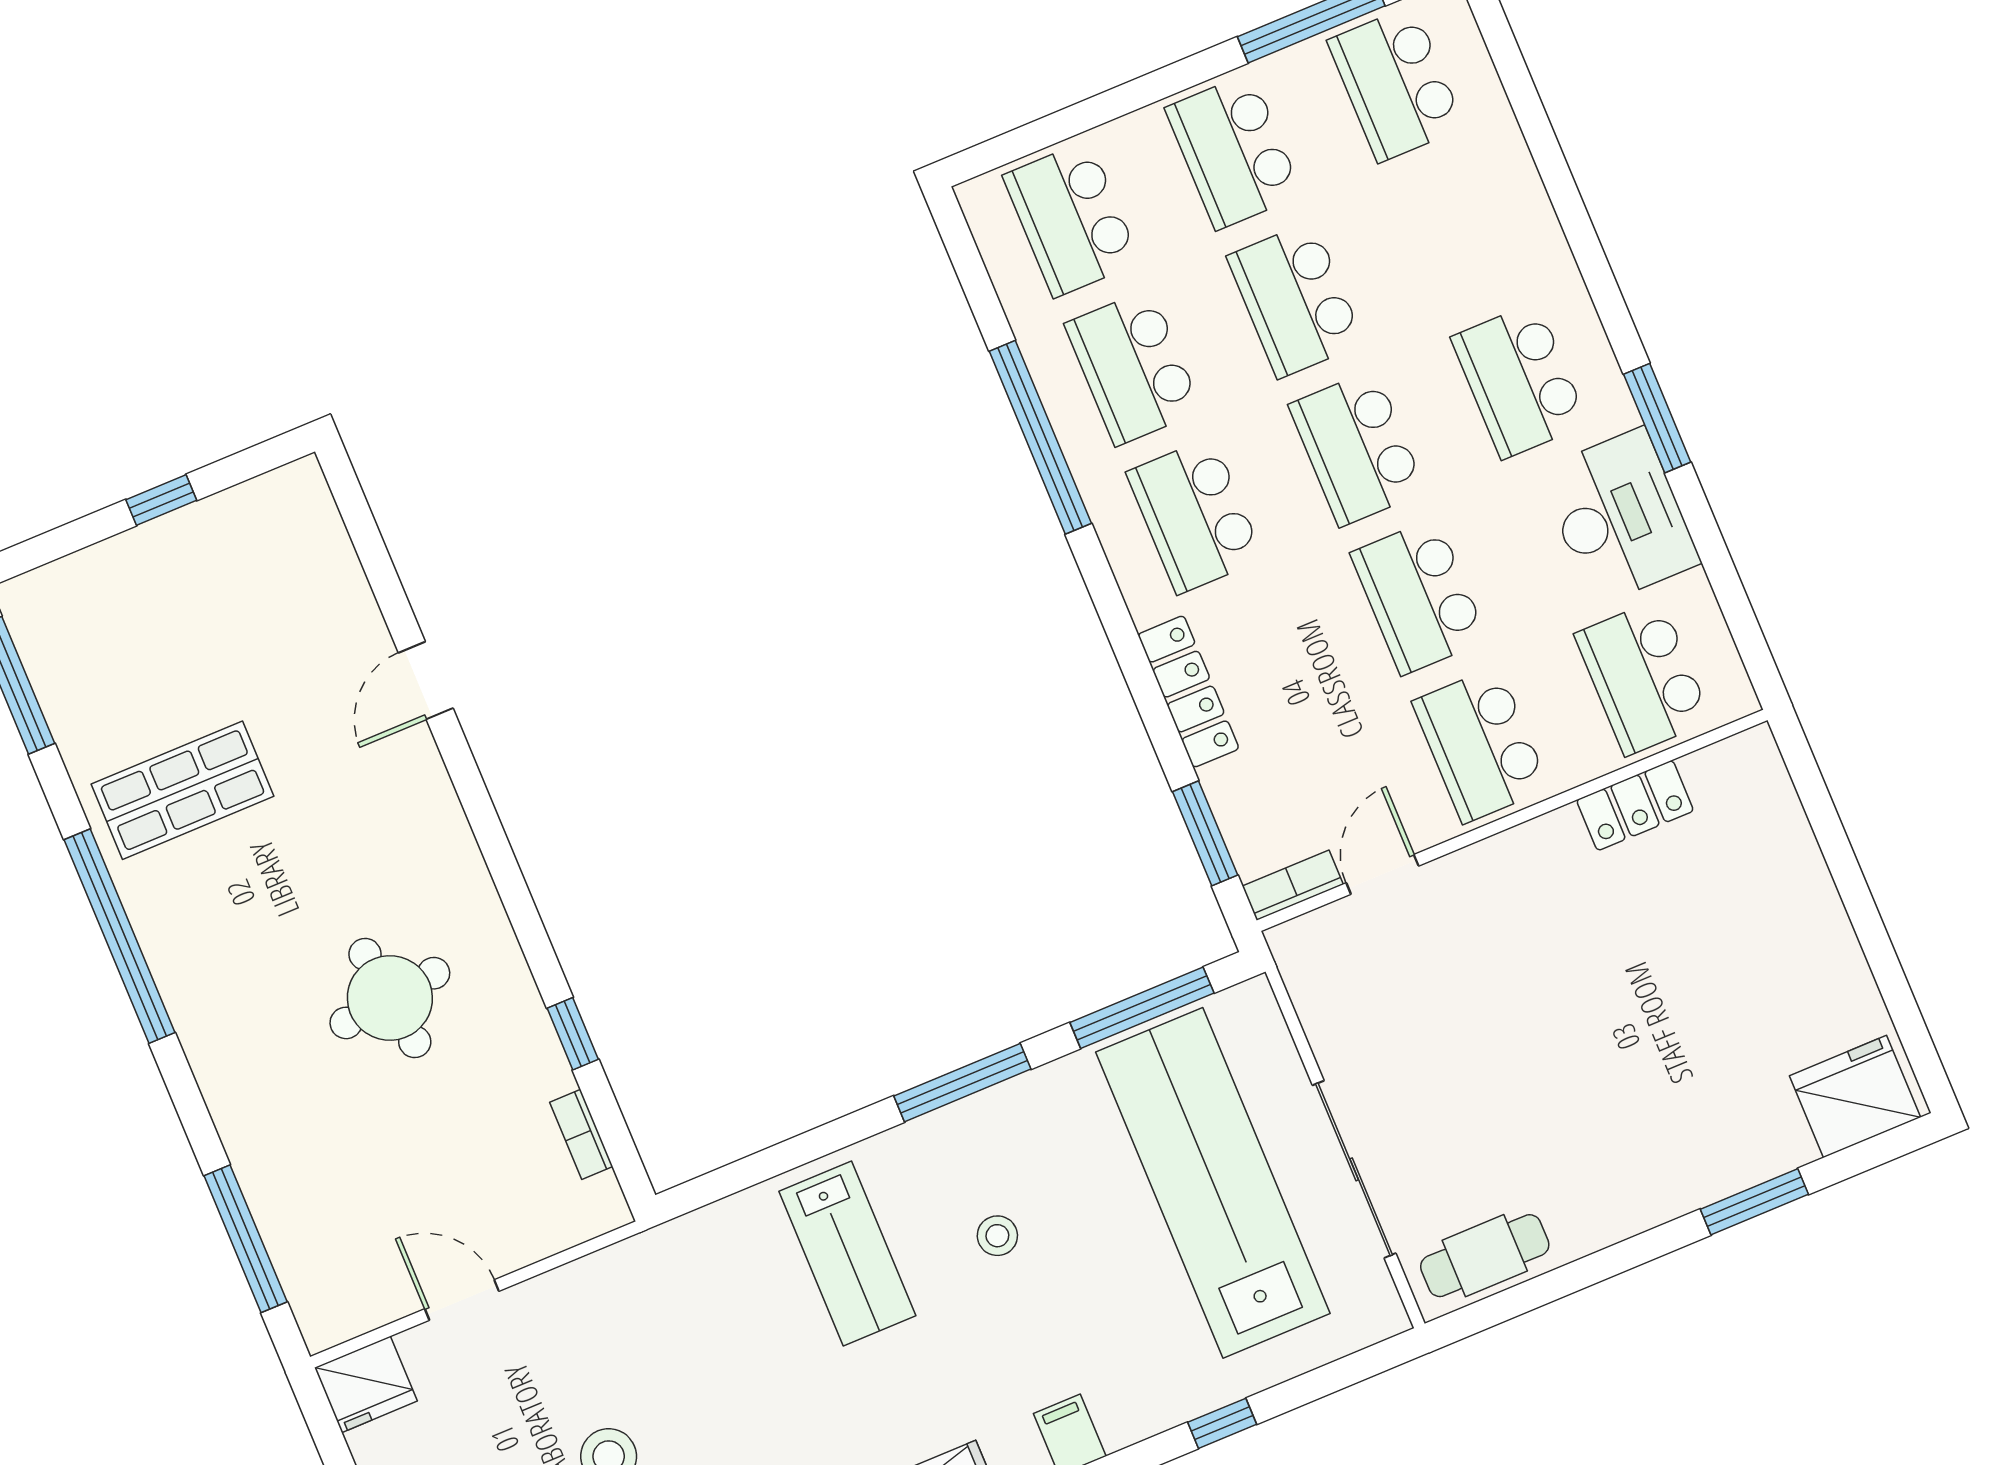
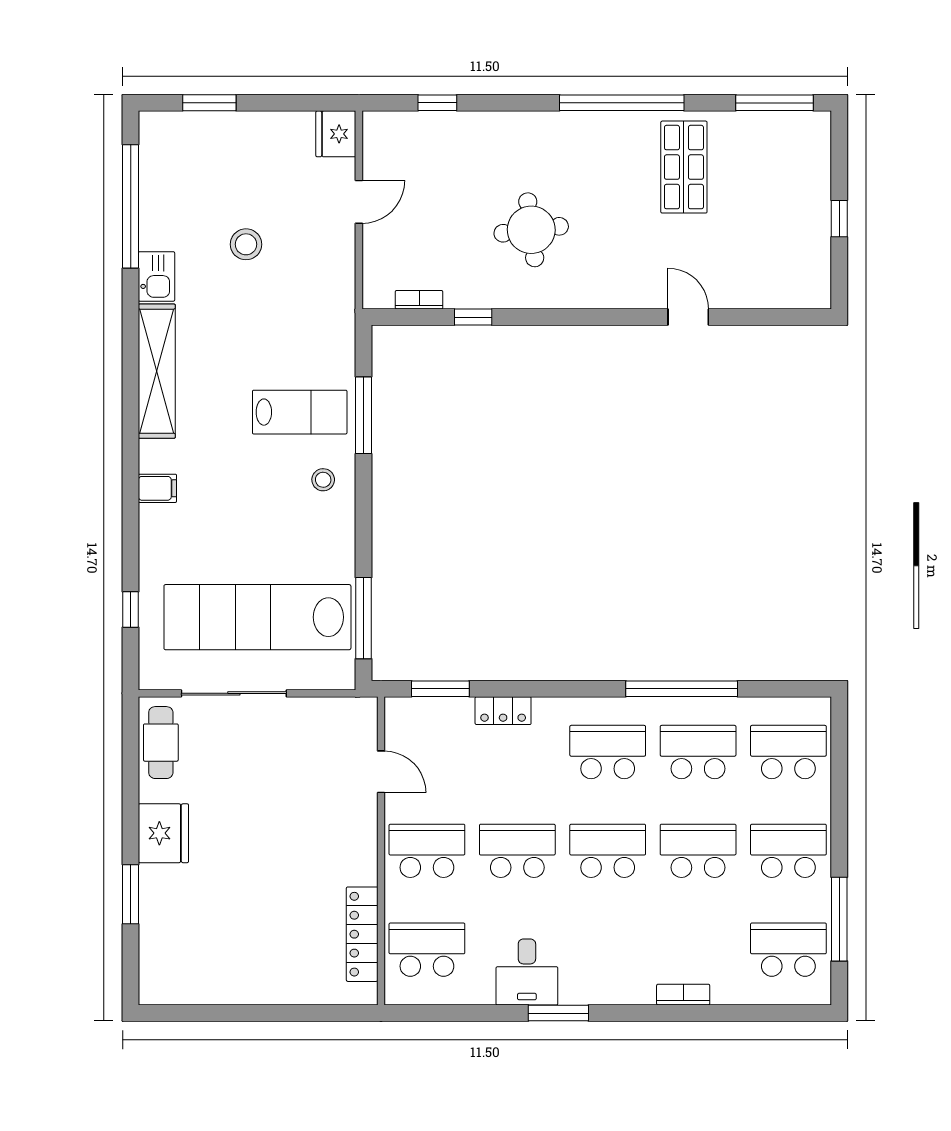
school desk: (1519, 381) -> (608, 950), removed
desk: (1619, 517) -> (527, 972), width x0.73
locker: (1188, 692) -> (503, 711), width x0.66
locker: (1635, 805) -> (362, 934), width x1.53
bookcase: (1293, 885) -> (683, 995), moved, turned -90
window: (962, 1083) -> (364, 415), moved
fridge: (1855, 1097) -> (163, 833), moved
lab bench: (1213, 1183) -> (257, 617), turned 180
stool: (997, 1236) -> (323, 480), moved
window: (246, 1239) -> (437, 103), width x0.46
lab bench: (847, 1254) -> (300, 412), turned 180
window: (1222, 1423) -> (131, 610), moved

